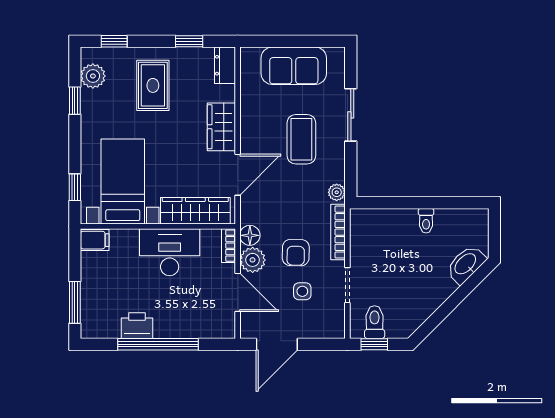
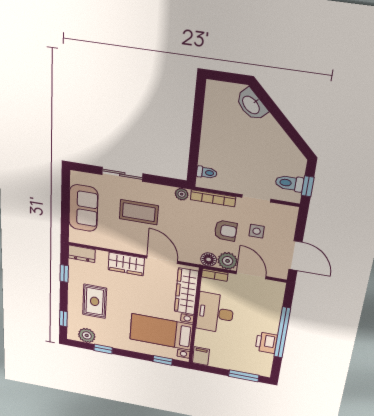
rug: (153, 85) -> (95, 301), turned 90
toilet: (426, 221) -> (207, 173), moved
door: (238, 292) -> (251, 275), hinge flipped

